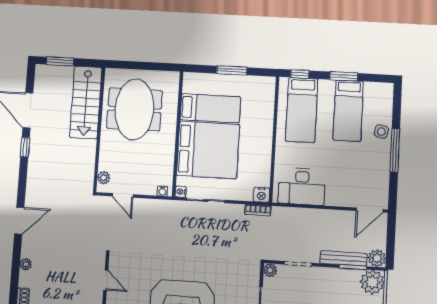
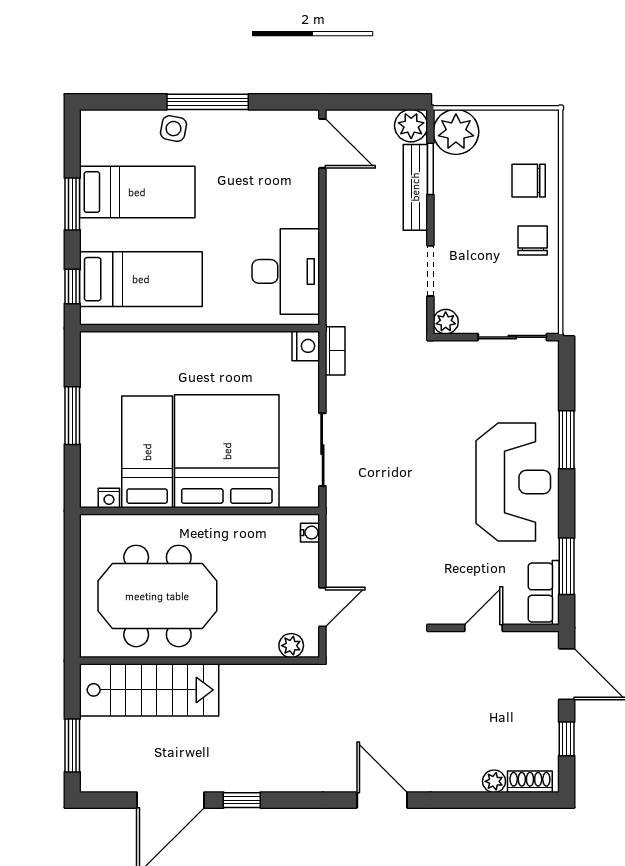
nightstand: (181, 192) -> (109, 498), moved
plant: (26, 264) -> (494, 781), moved

